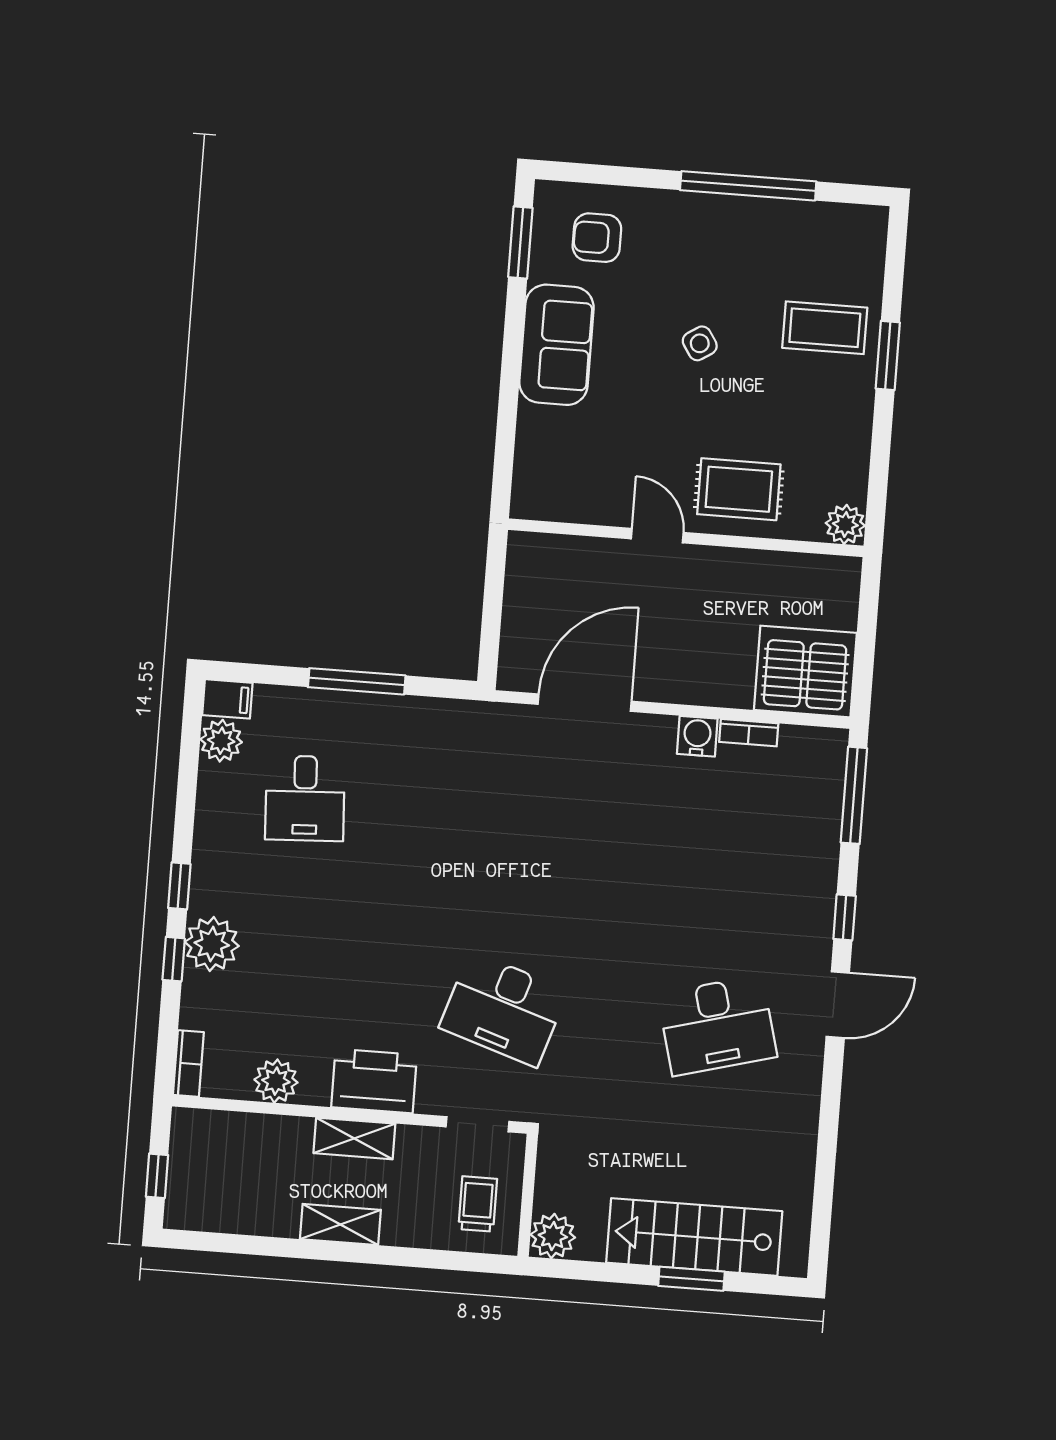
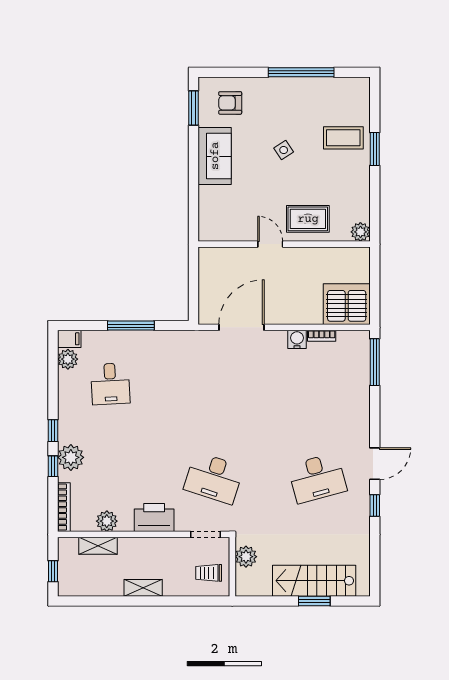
window: (845, 917) -> (375, 505), moved
bookcase: (188, 1064) -> (64, 507), width x1.56
shelving: (354, 1138) -> (98, 546), moved
trolley: (478, 1204) -> (209, 573), turned -90
plant: (553, 1236) -> (246, 557), moved

